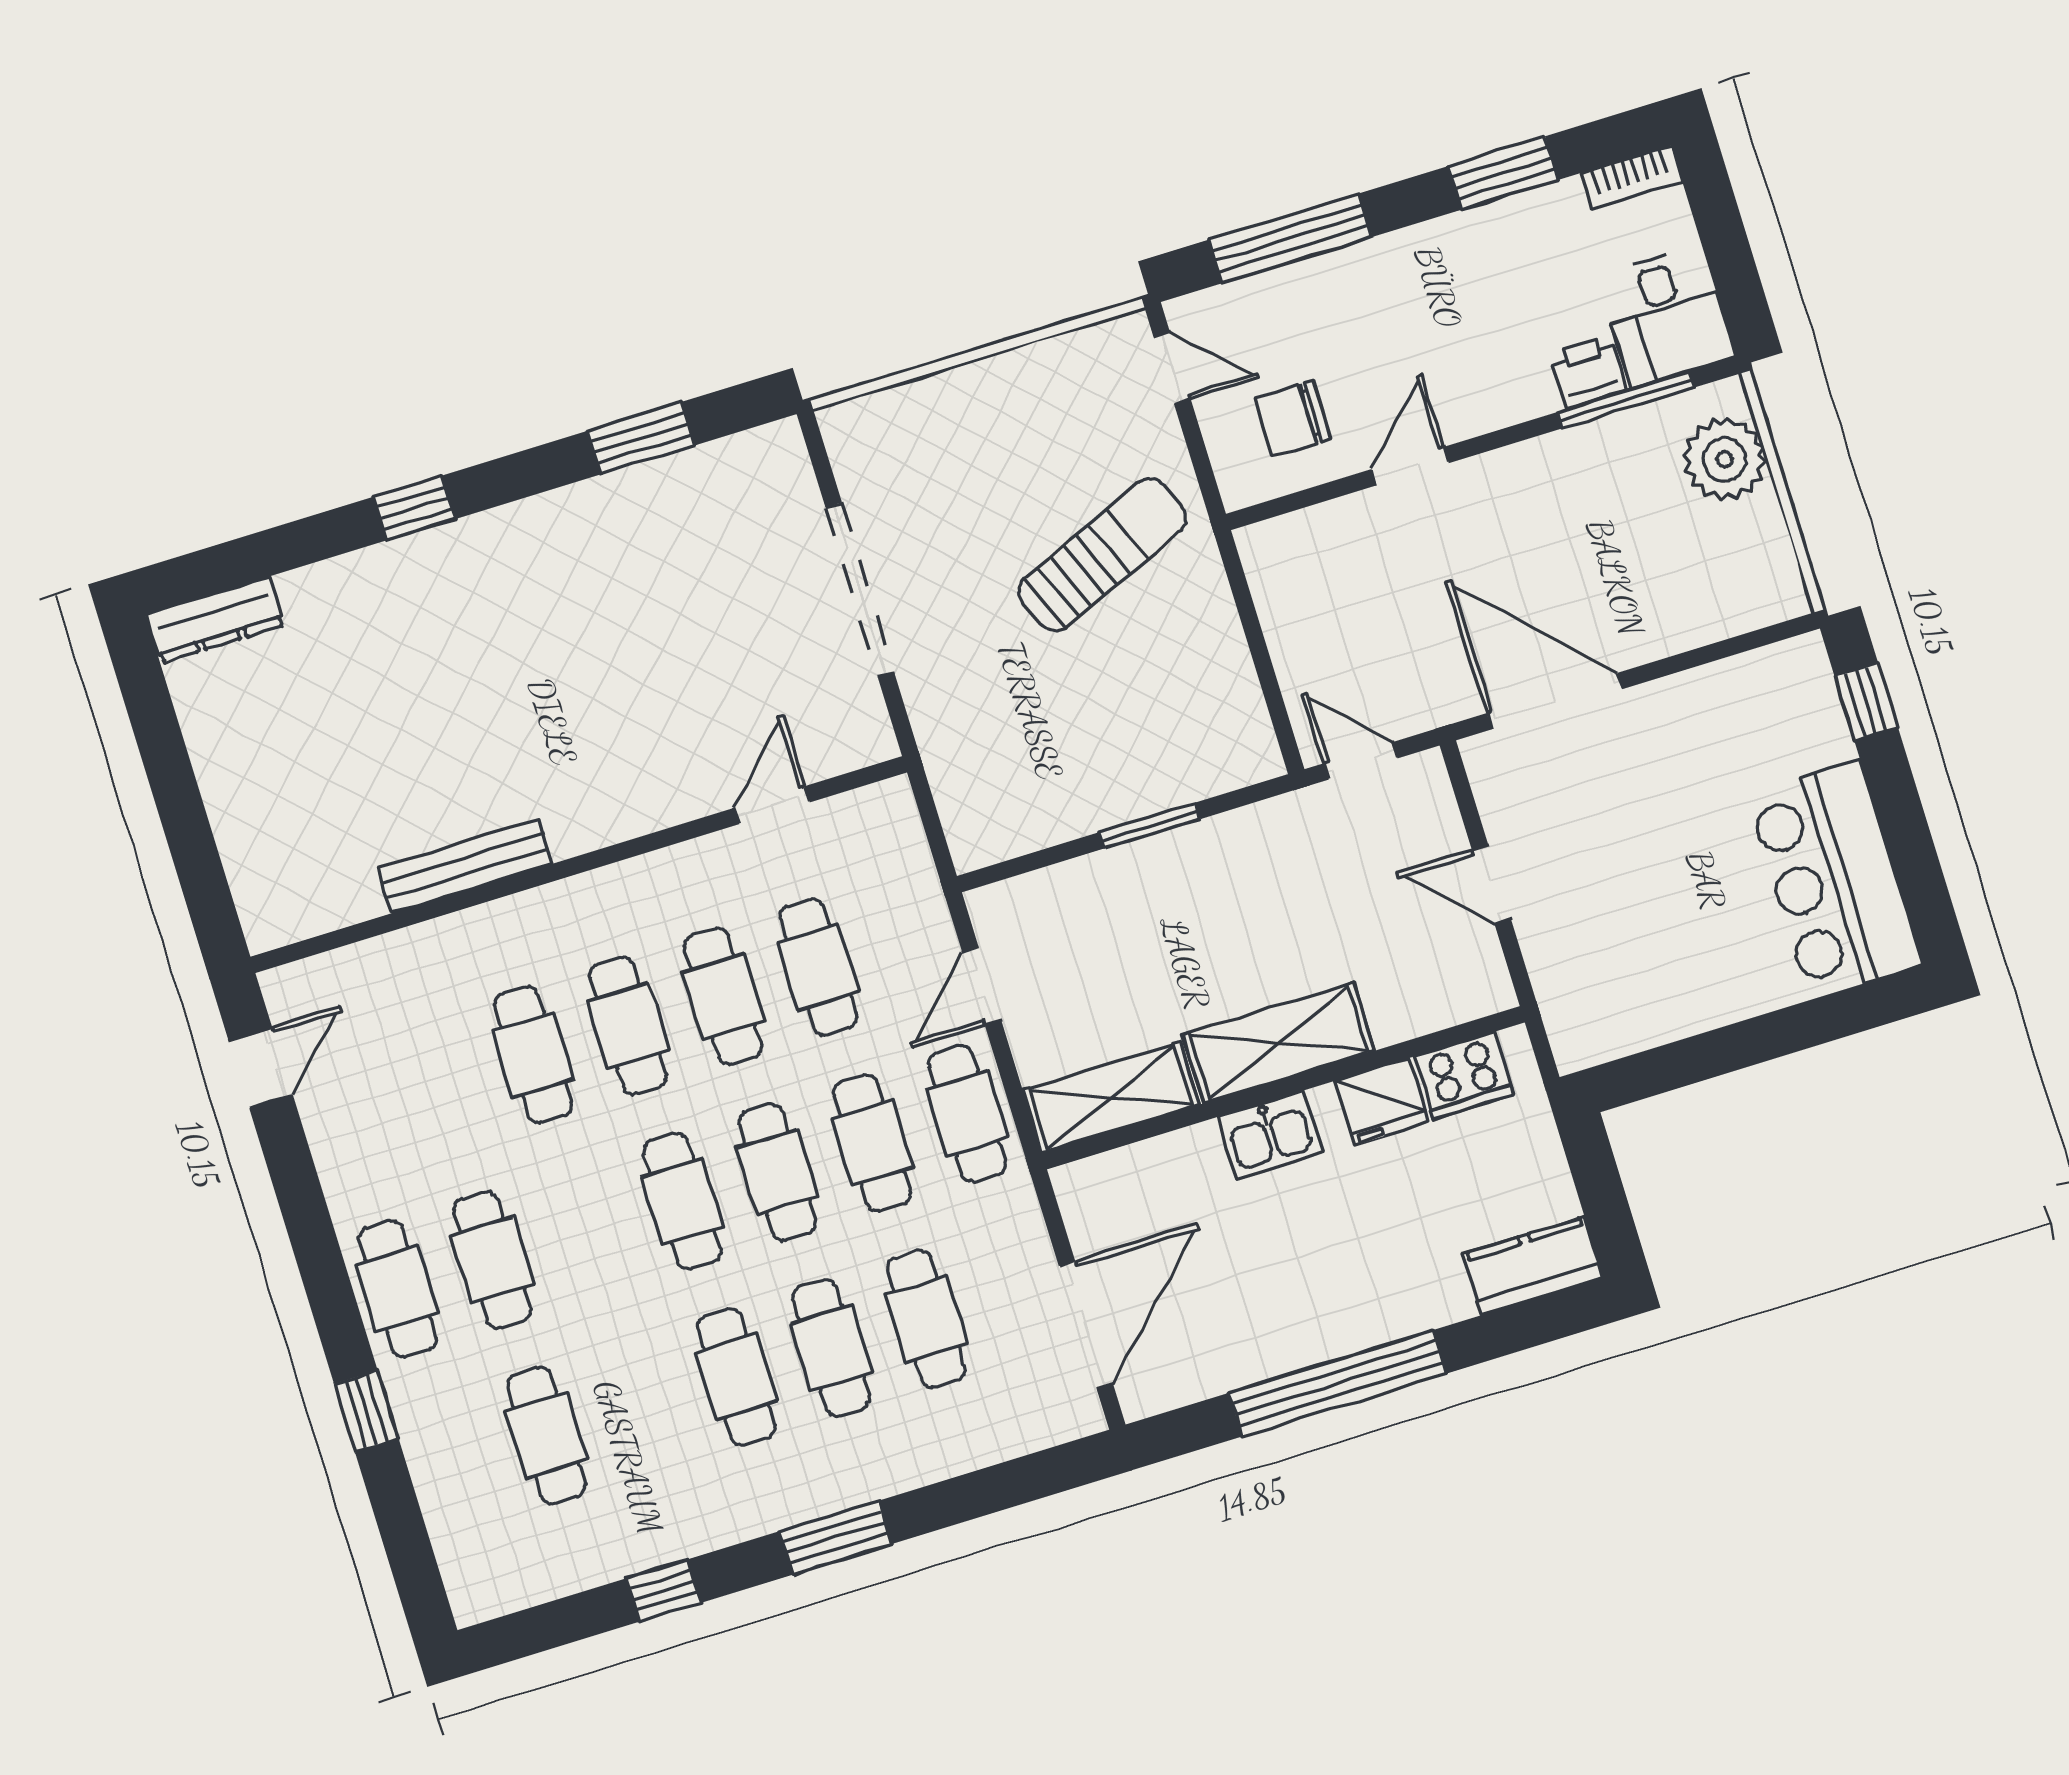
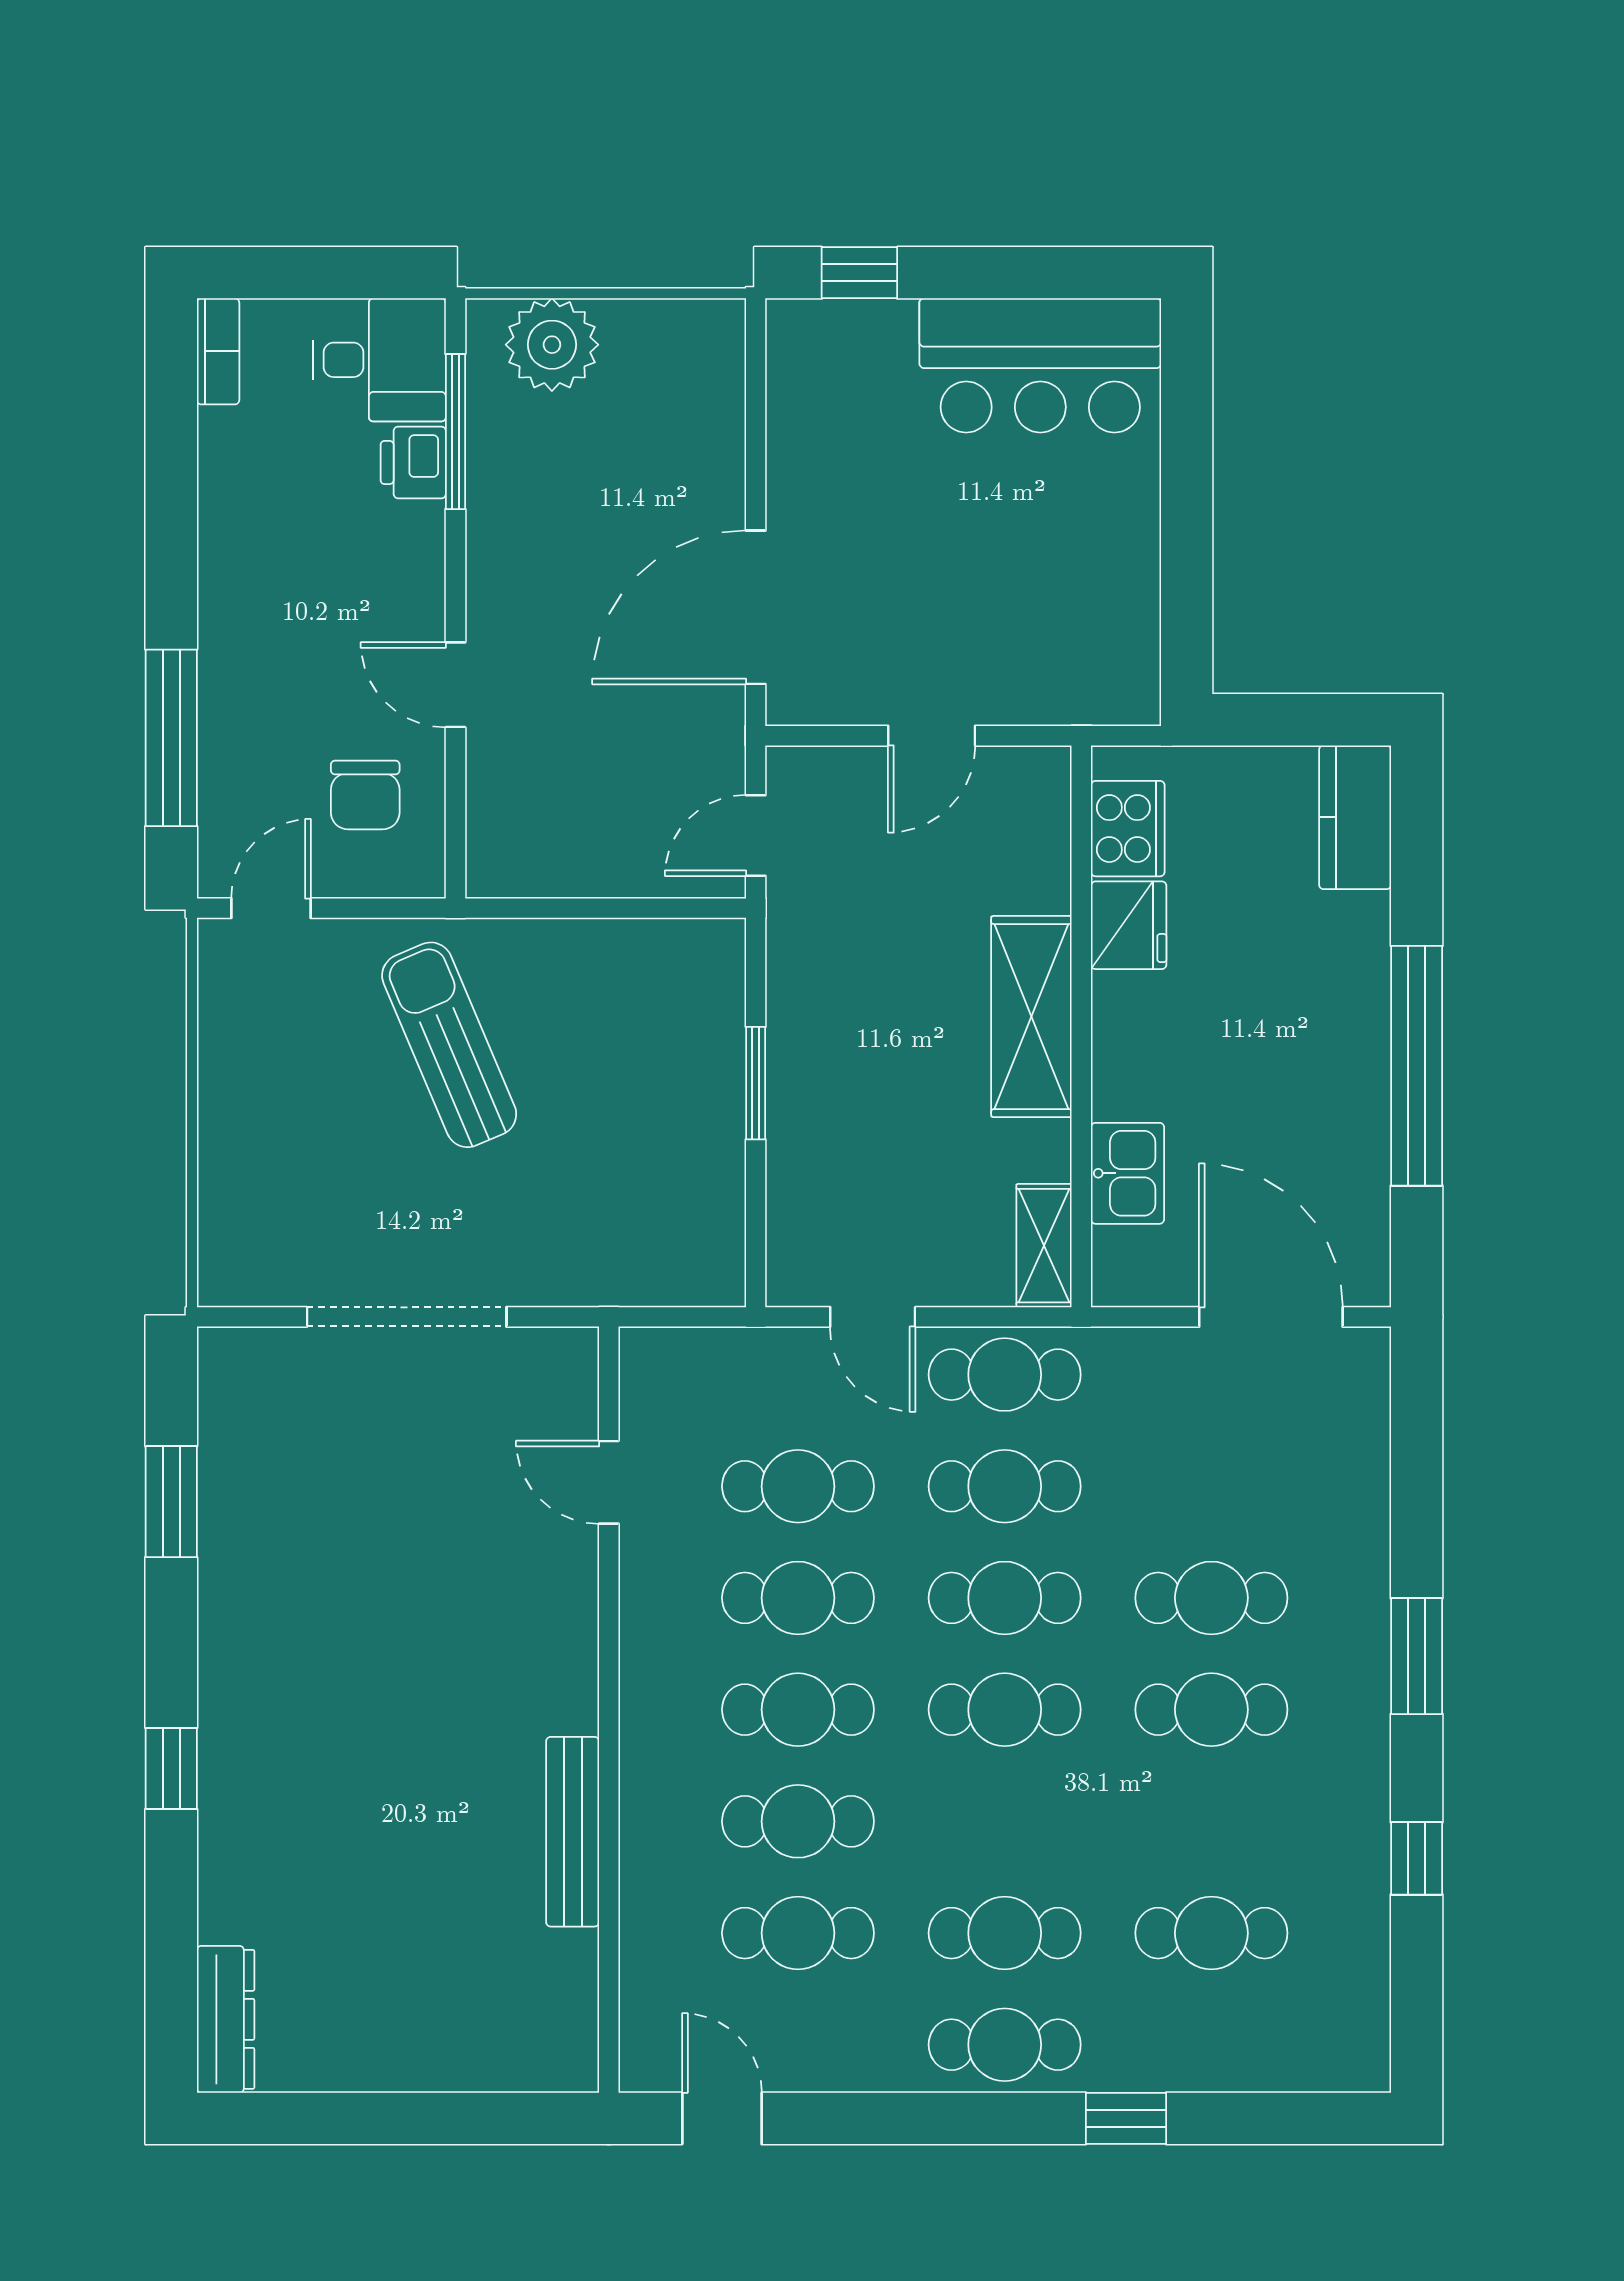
window: (1503, 173) -> (171, 488), removed
shelving: (1111, 1097) -> (1044, 1246), width x0.67, depth x0.75
kitchen sink: (1270, 1135) -> (1128, 1173), moved
cafe table: (926, 1319) -> (798, 1933), moved

